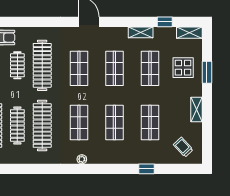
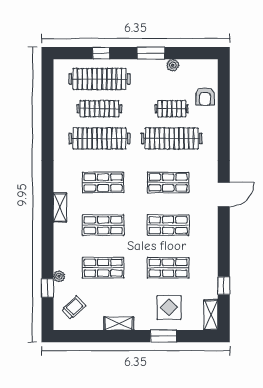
shelving: (141, 32) -> (60, 207), moved
plant: (82, 159) -> (59, 276), moved
window: (147, 169) -> (47, 288), moved

